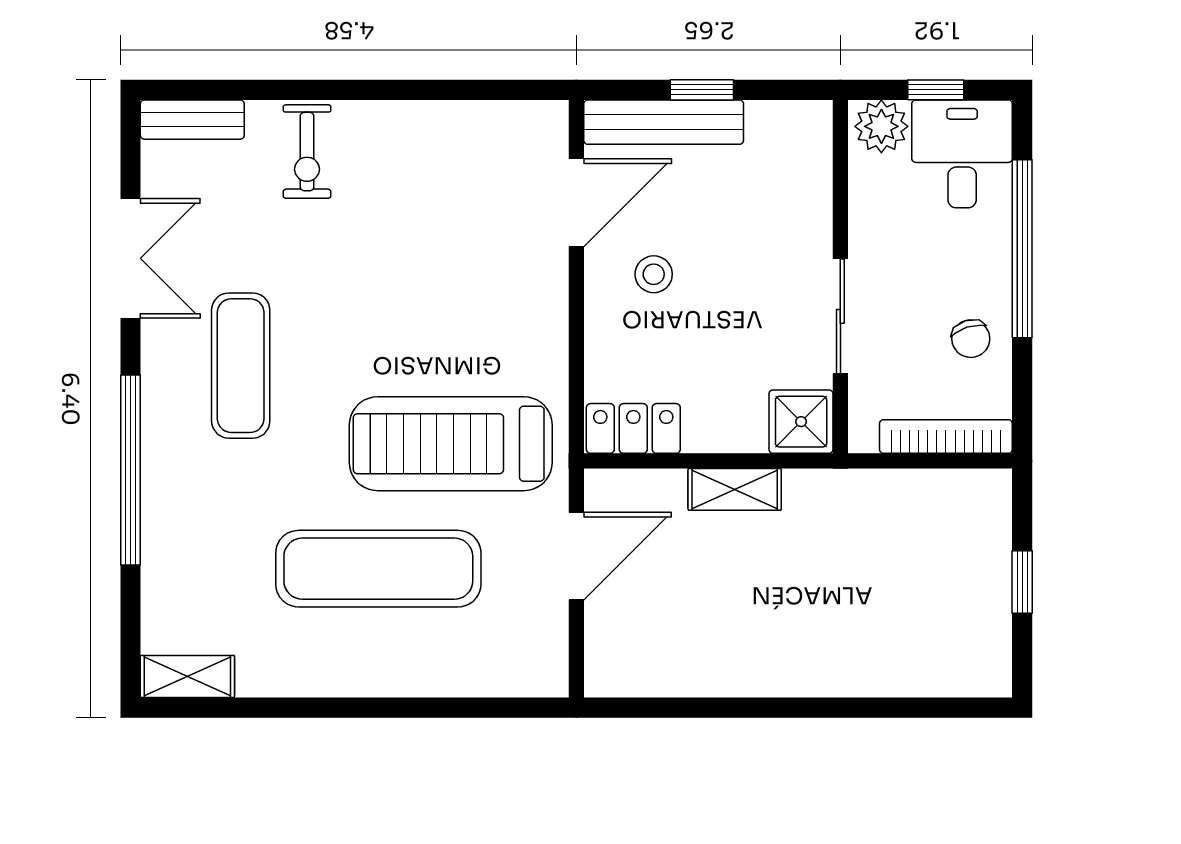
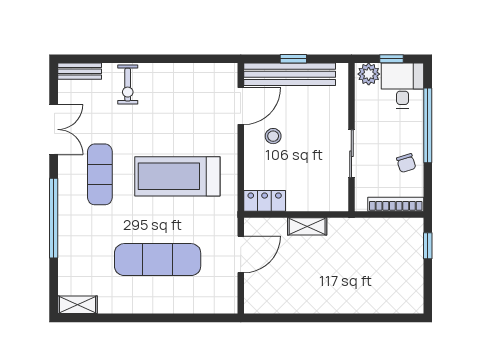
bench: (664, 122) -> (290, 74), width x1.37, depth x1.21
shower: (801, 422) -> (335, 198), removed
treadmill: (451, 444) -> (177, 176), moved
window: (1022, 582) -> (428, 246), moved

